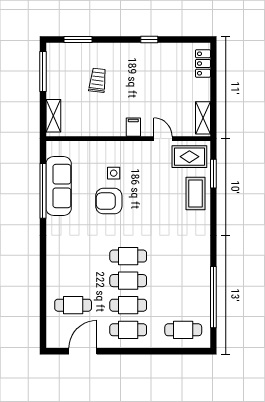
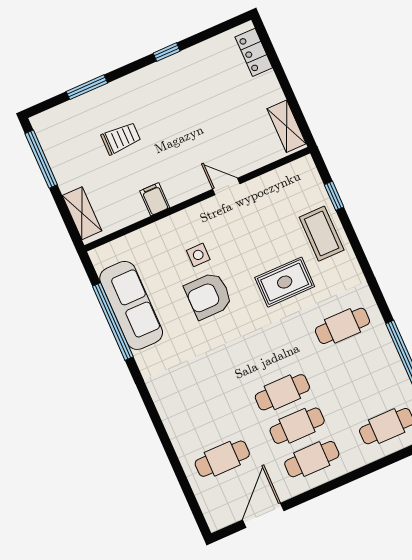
window: (78, 40) -> (87, 87), moved
trolley: (98, 80) -> (121, 138), turned 83
filing cabinet: (133, 127) -> (155, 199), moved
door: (163, 139) -> (226, 186), moved
rug: (189, 157) -> (285, 282), moved
window: (213, 174) -> (334, 196), width x0.67
cafe table: (128, 256) -> (342, 326), moved

